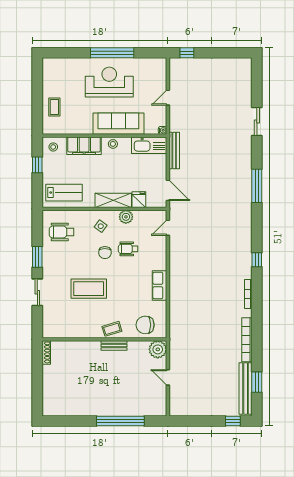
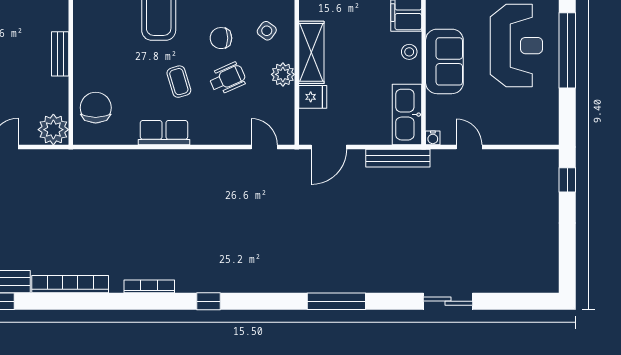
door: (168, 98) -> (469, 147), moved
sofa: (118, 124) -> (444, 61), width x0.73
wheelchair: (128, 249) -> (227, 78), turned 66
coffee table: (112, 329) -> (179, 82), moved

